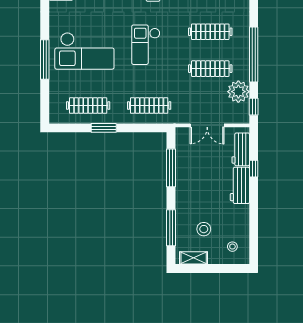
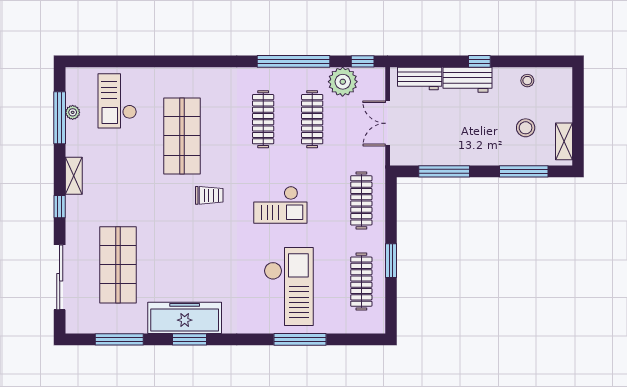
double door: (207, 125) -> (388, 123), swing flipped
window: (254, 169) -> (479, 61), moved
stool: (232, 247) -> (527, 81), moved

